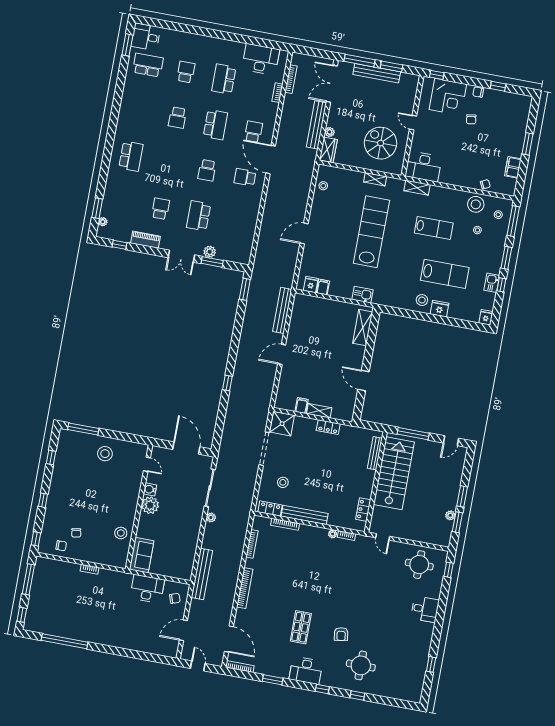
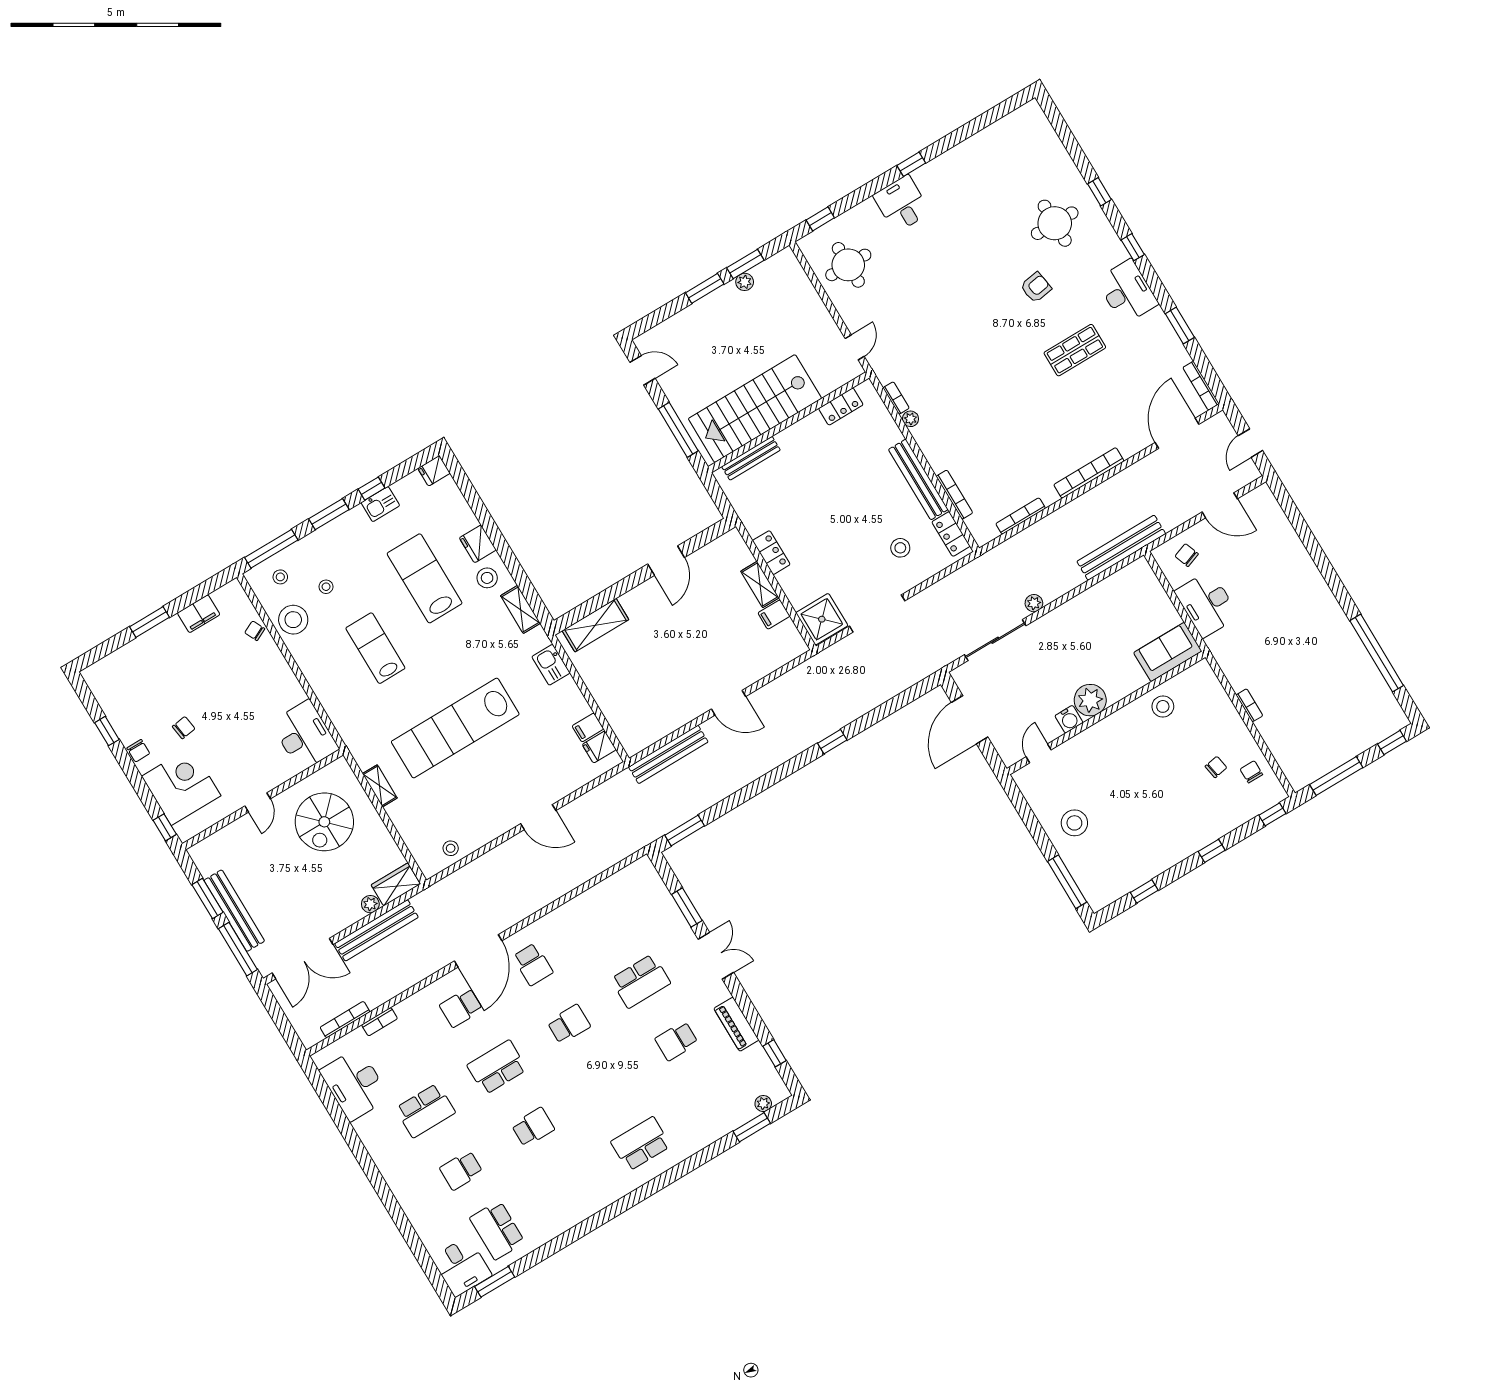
shelving: (417, 188) -> (520, 609), moved
plant: (210, 252) -> (676, 923), removed
window: (431, 664) -> (911, 164), moved

